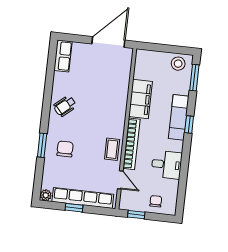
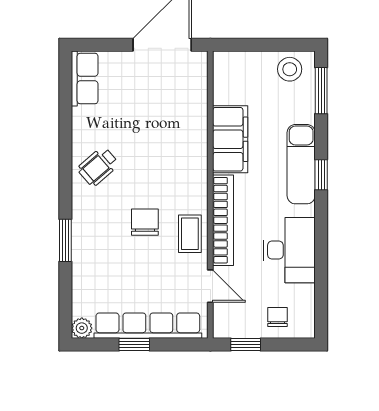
chair: (65, 149) -> (145, 222), moved
desk: (167, 165) -> (289, 250), width x1.37

